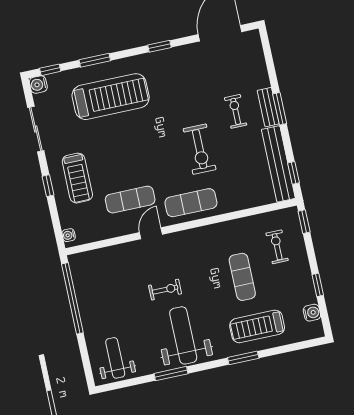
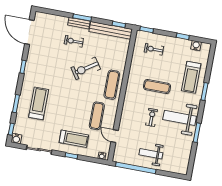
treadmill: (111, 97) -> (39, 103), width x0.73, depth x0.73
exercise bike: (200, 149) -> (86, 68), turned 146
door: (151, 233) -> (115, 136), moved
exercise mat: (242, 277) -> (157, 87), moved
weight bench: (115, 358) -> (151, 154), moved

